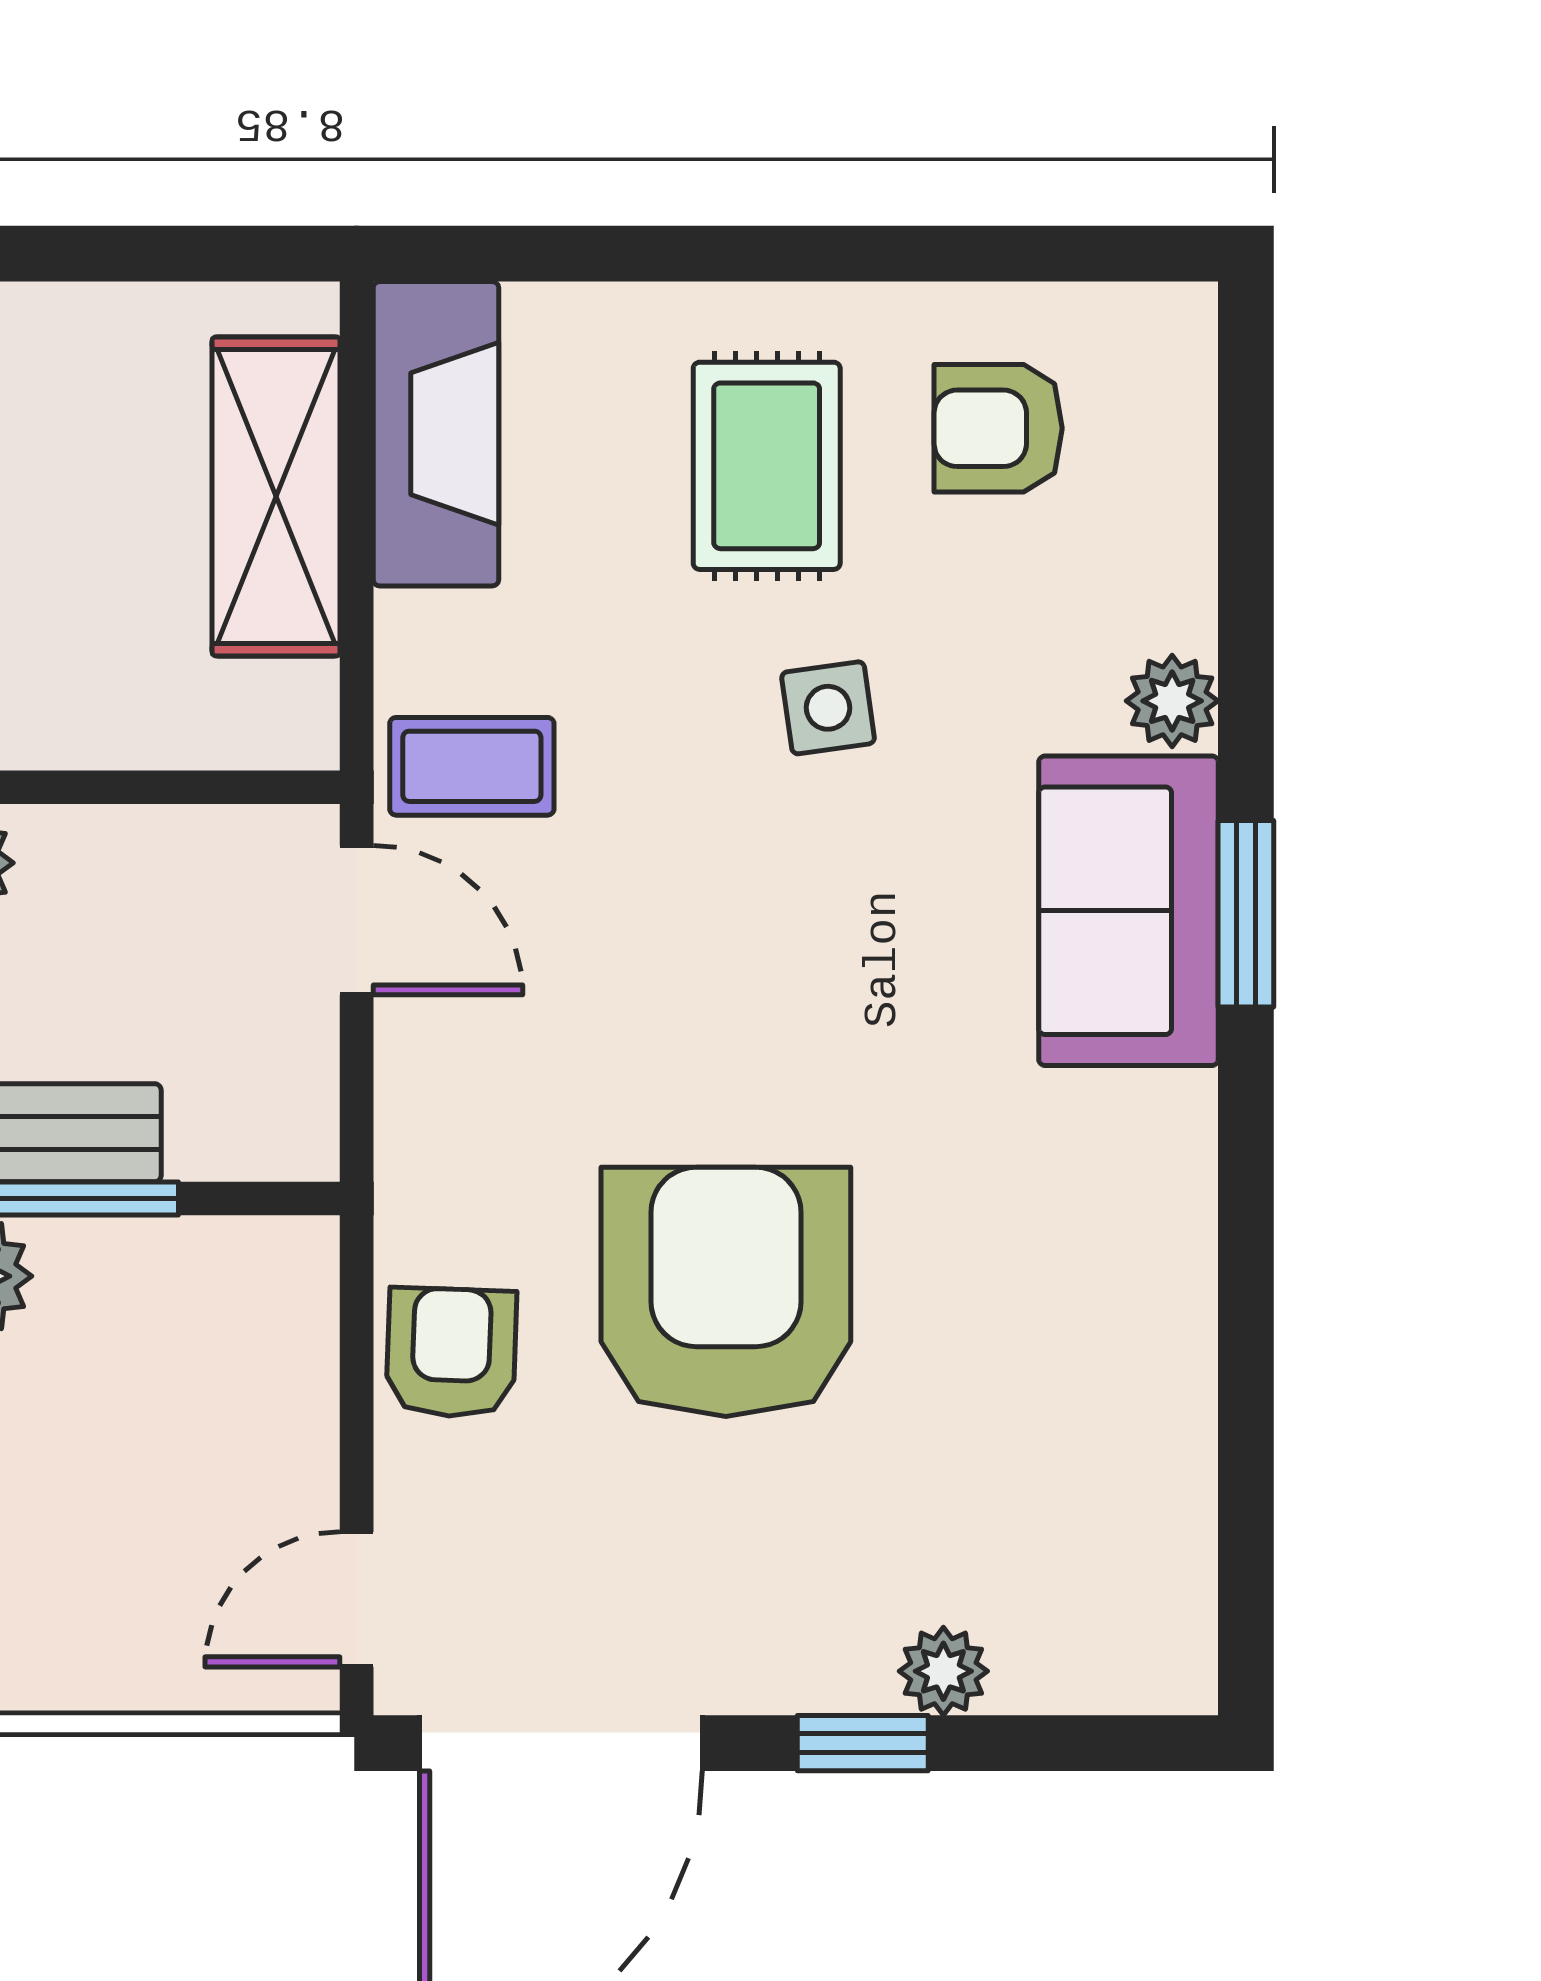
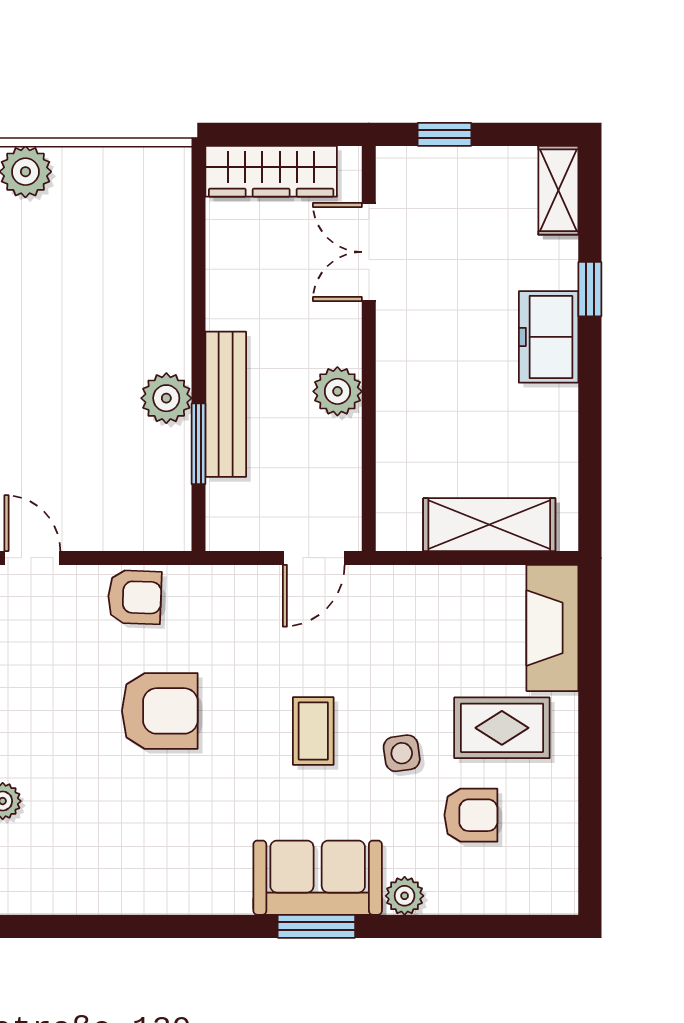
armchair: (998, 428) -> (471, 815), moved, turned 90
fireplace: (436, 434) -> (552, 628), moved, turned 90
coffee table: (472, 766) -> (313, 731), moved
armchair: (726, 1292) -> (160, 711), width x0.73, depth x0.73

